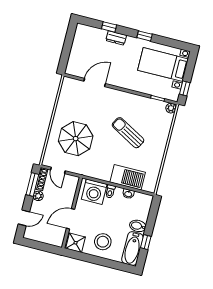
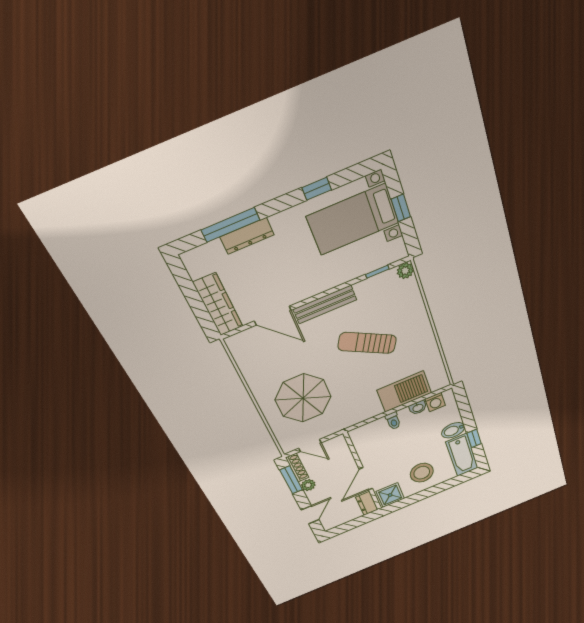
window: (109, 27) -> (230, 225), width x2.17
window: (144, 36) -> (317, 189), moved
dresser: (116, 38) -> (247, 236), width x1.44
wardrobe: (75, 58) -> (218, 305), added
door: (95, 82) -> (273, 316), swing flipped
window: (185, 88) -> (401, 208), moved
bench: (122, 96) -> (325, 305), added
washing machine: (94, 192) -> (435, 402), moved, width x0.53, depth x0.53
dresser: (59, 237) -> (367, 503), added

